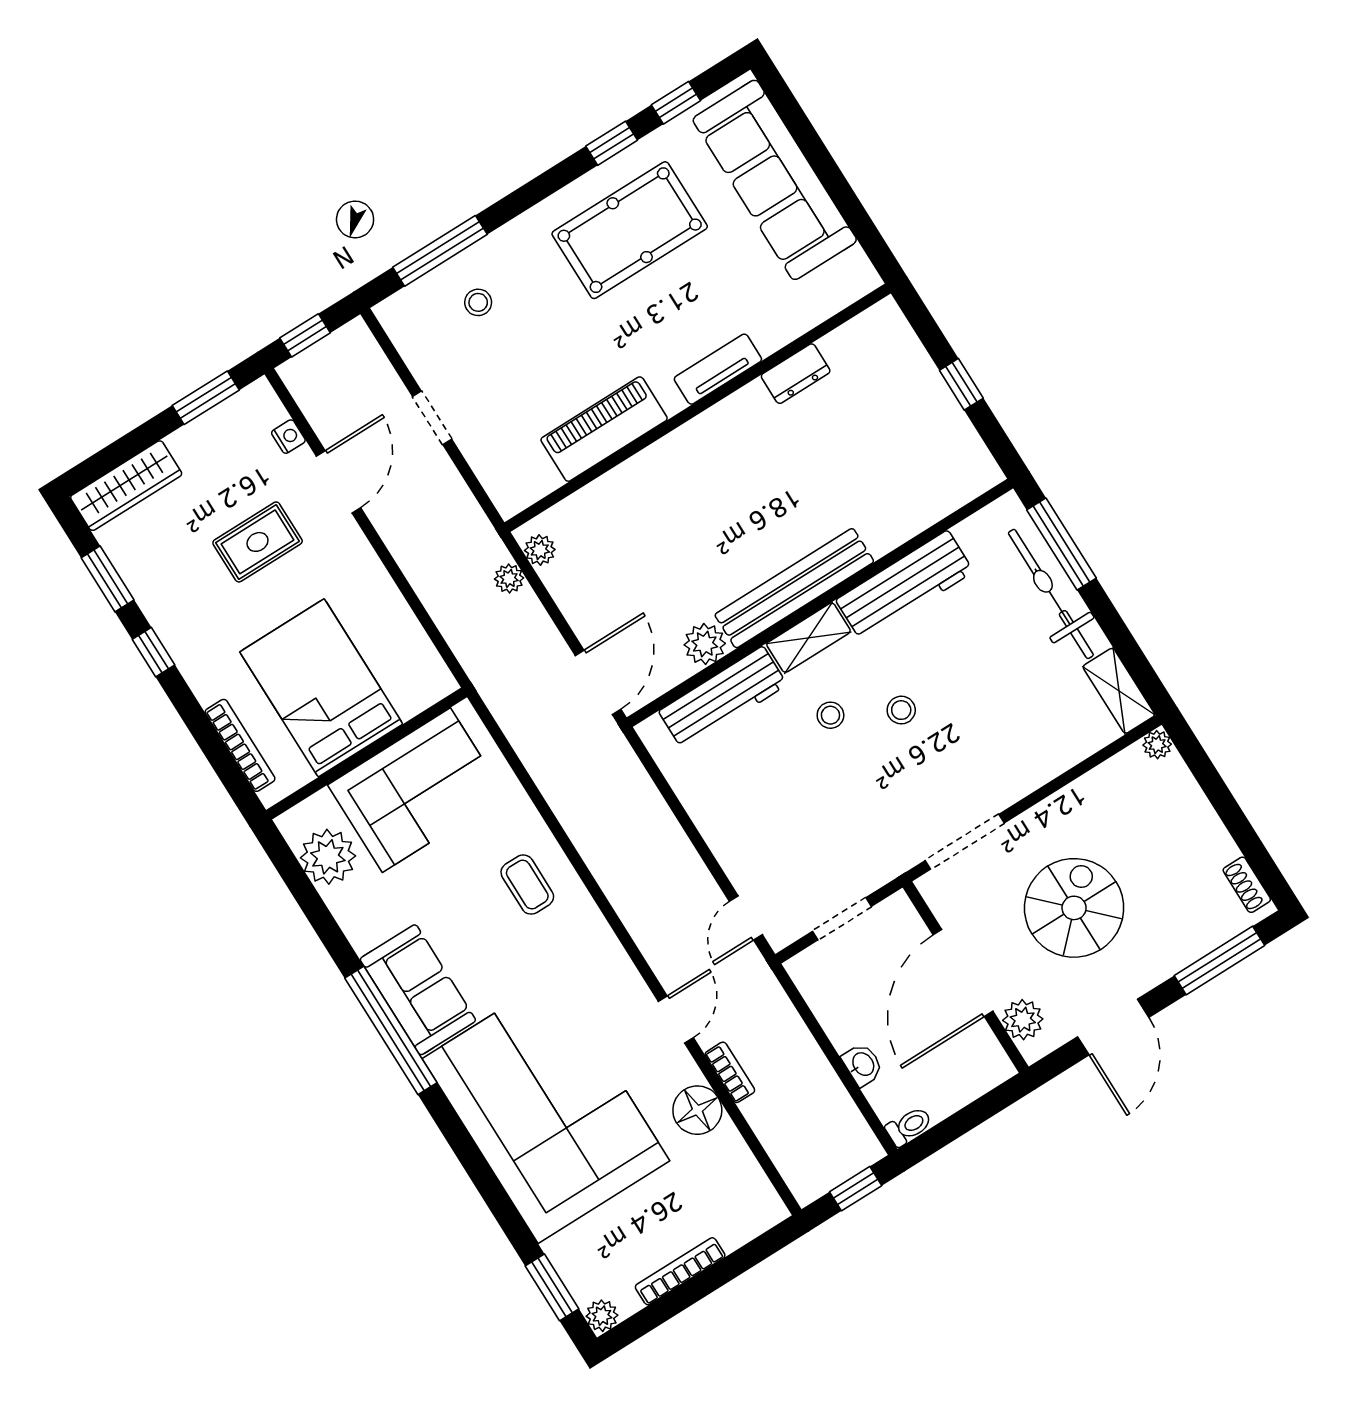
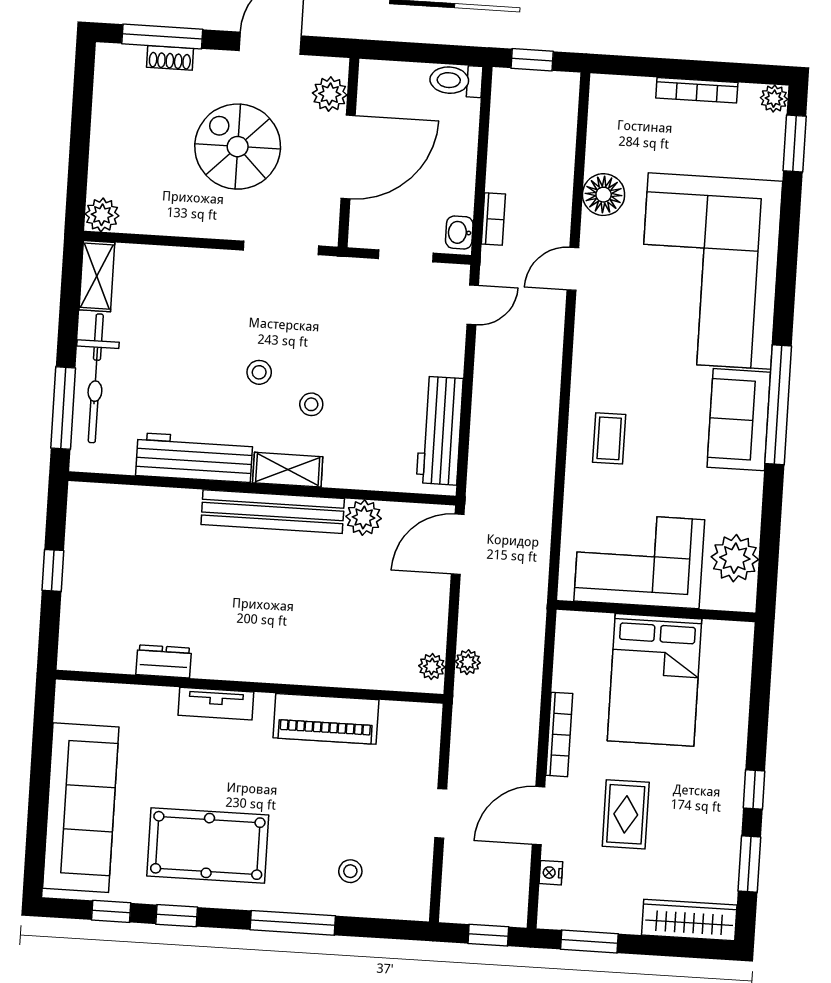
window: (440, 251) -> (293, 923), moved
rug: (258, 542) -> (626, 814), turned 90
workbench: (723, 698) -> (440, 431), moved, turned -90
bookcase: (240, 745) -> (559, 734), moved, turned 180
plant: (1157, 745) -> (102, 215), width x1.38, depth x1.38
shoe rack: (1247, 885) -> (170, 58), moved, turned 90
spiral stairs: (1074, 908) -> (238, 147), turned 90
washbasin: (862, 1065) -> (459, 232), moved
bookcase: (730, 1072) -> (493, 219), moved, turned 180
toilet: (909, 1126) -> (456, 81), width x1.37, depth x1.39

